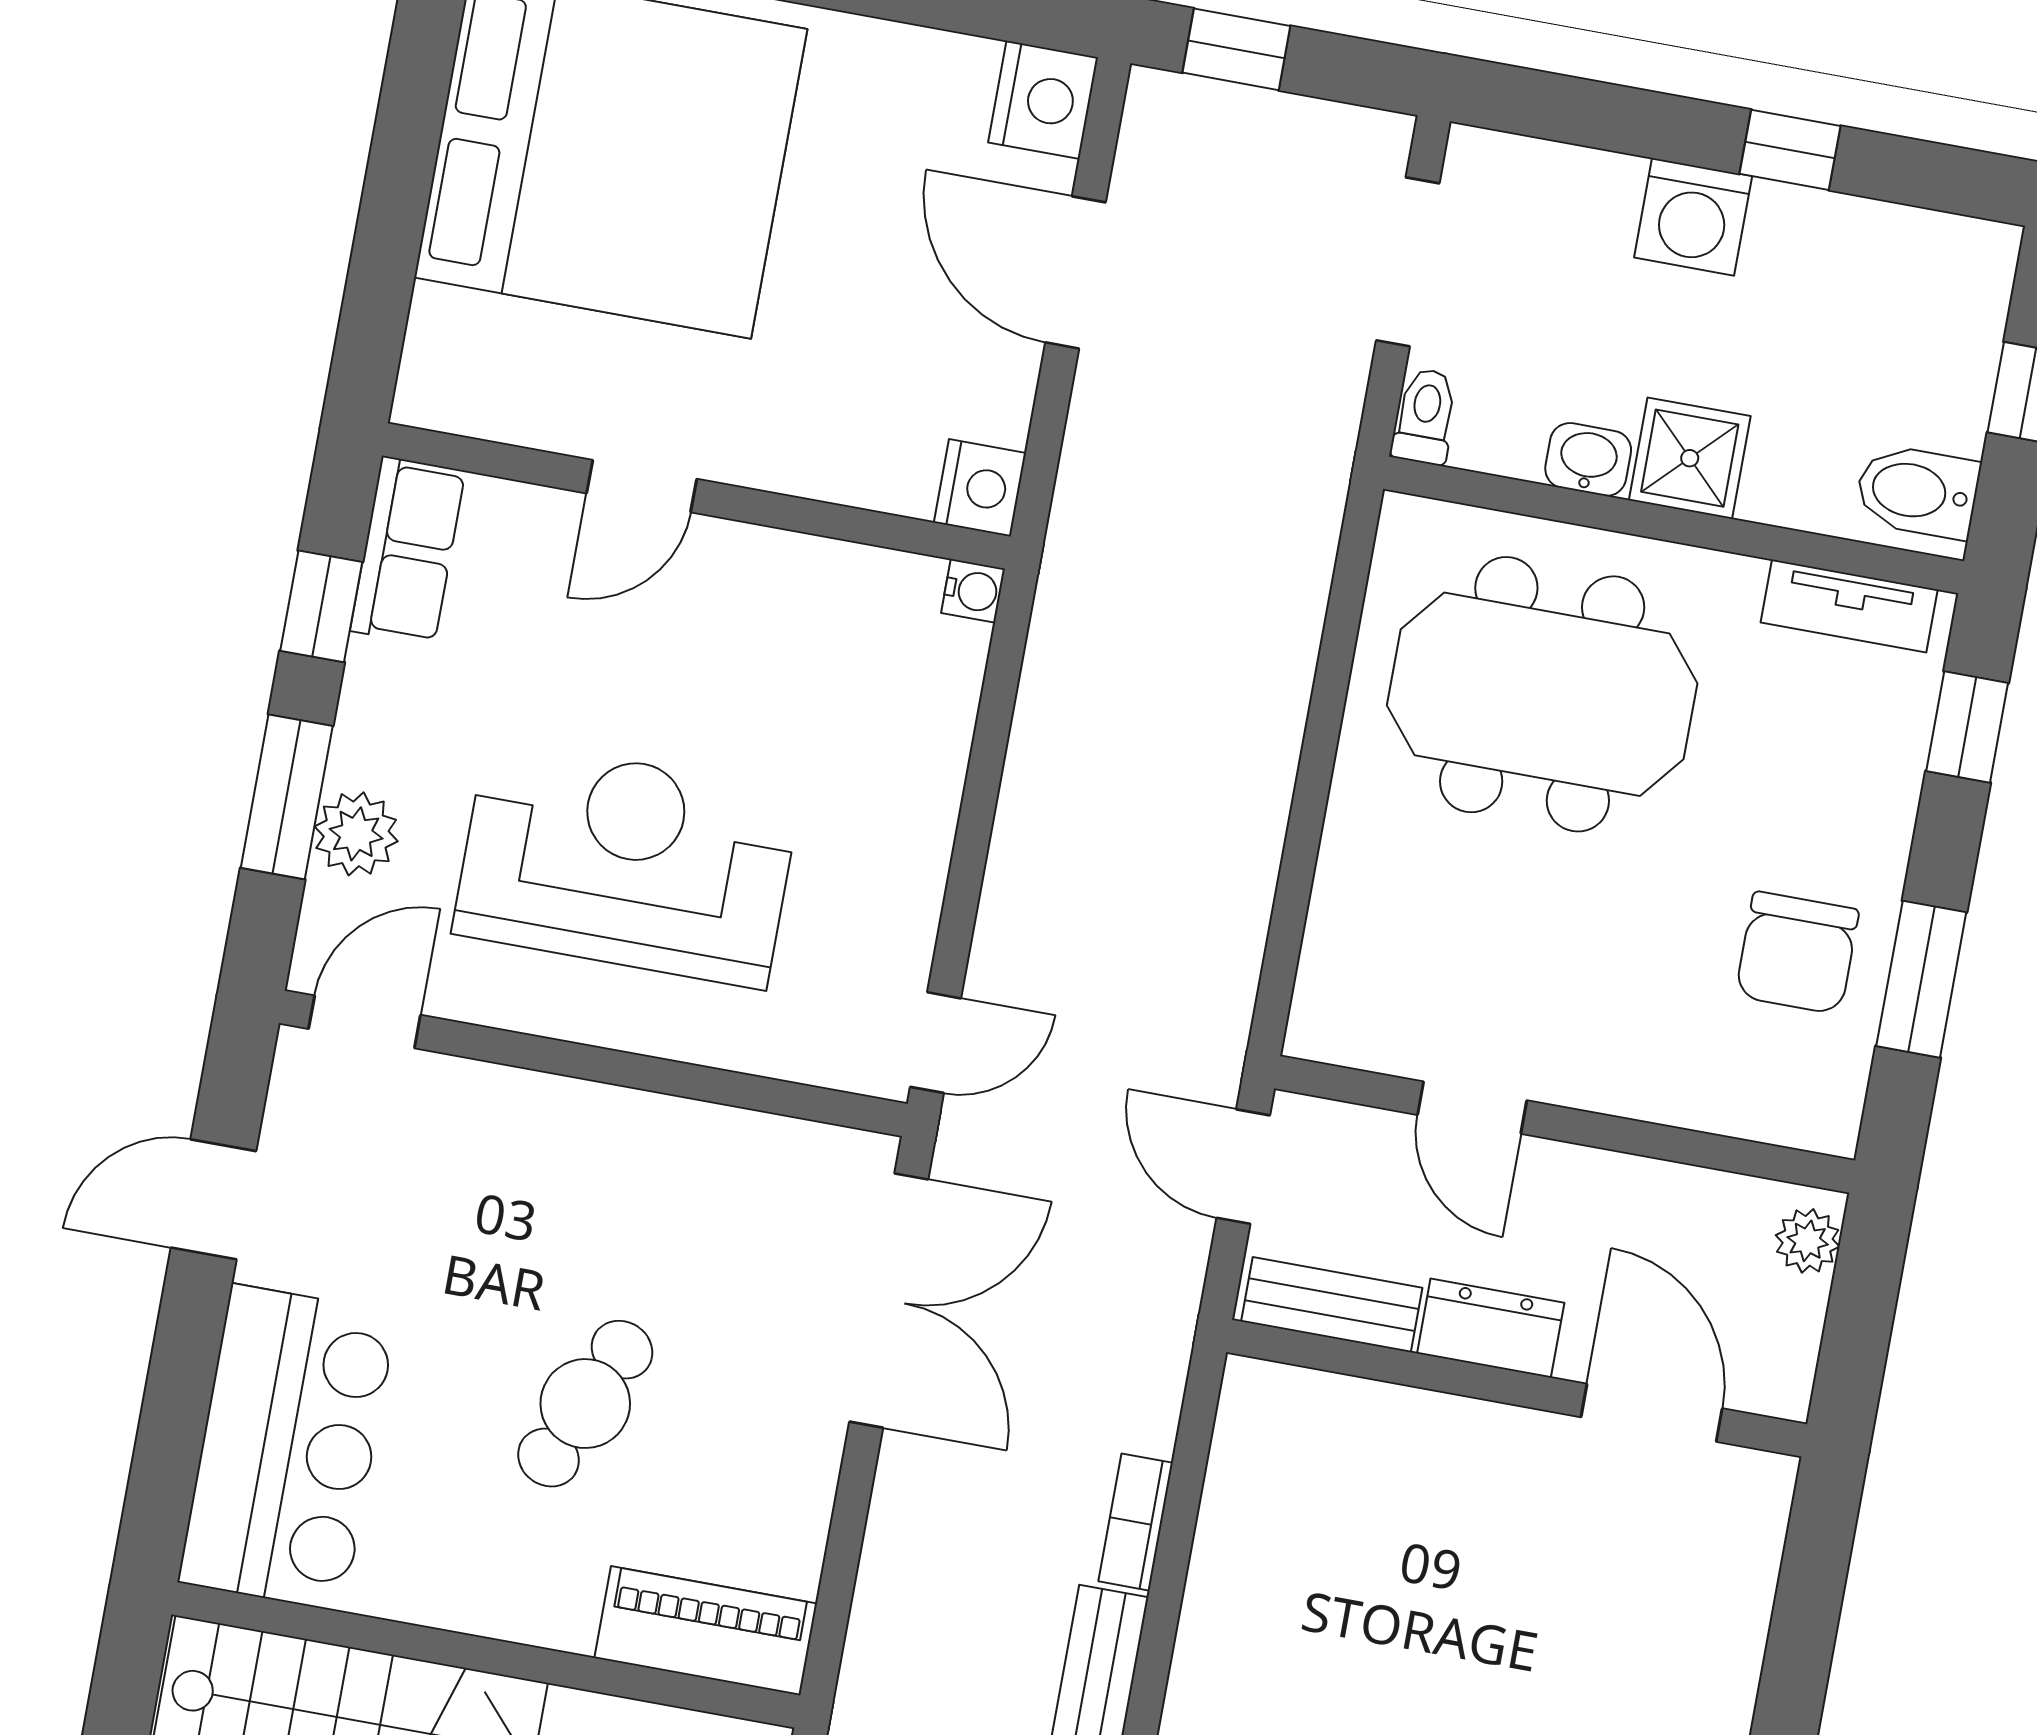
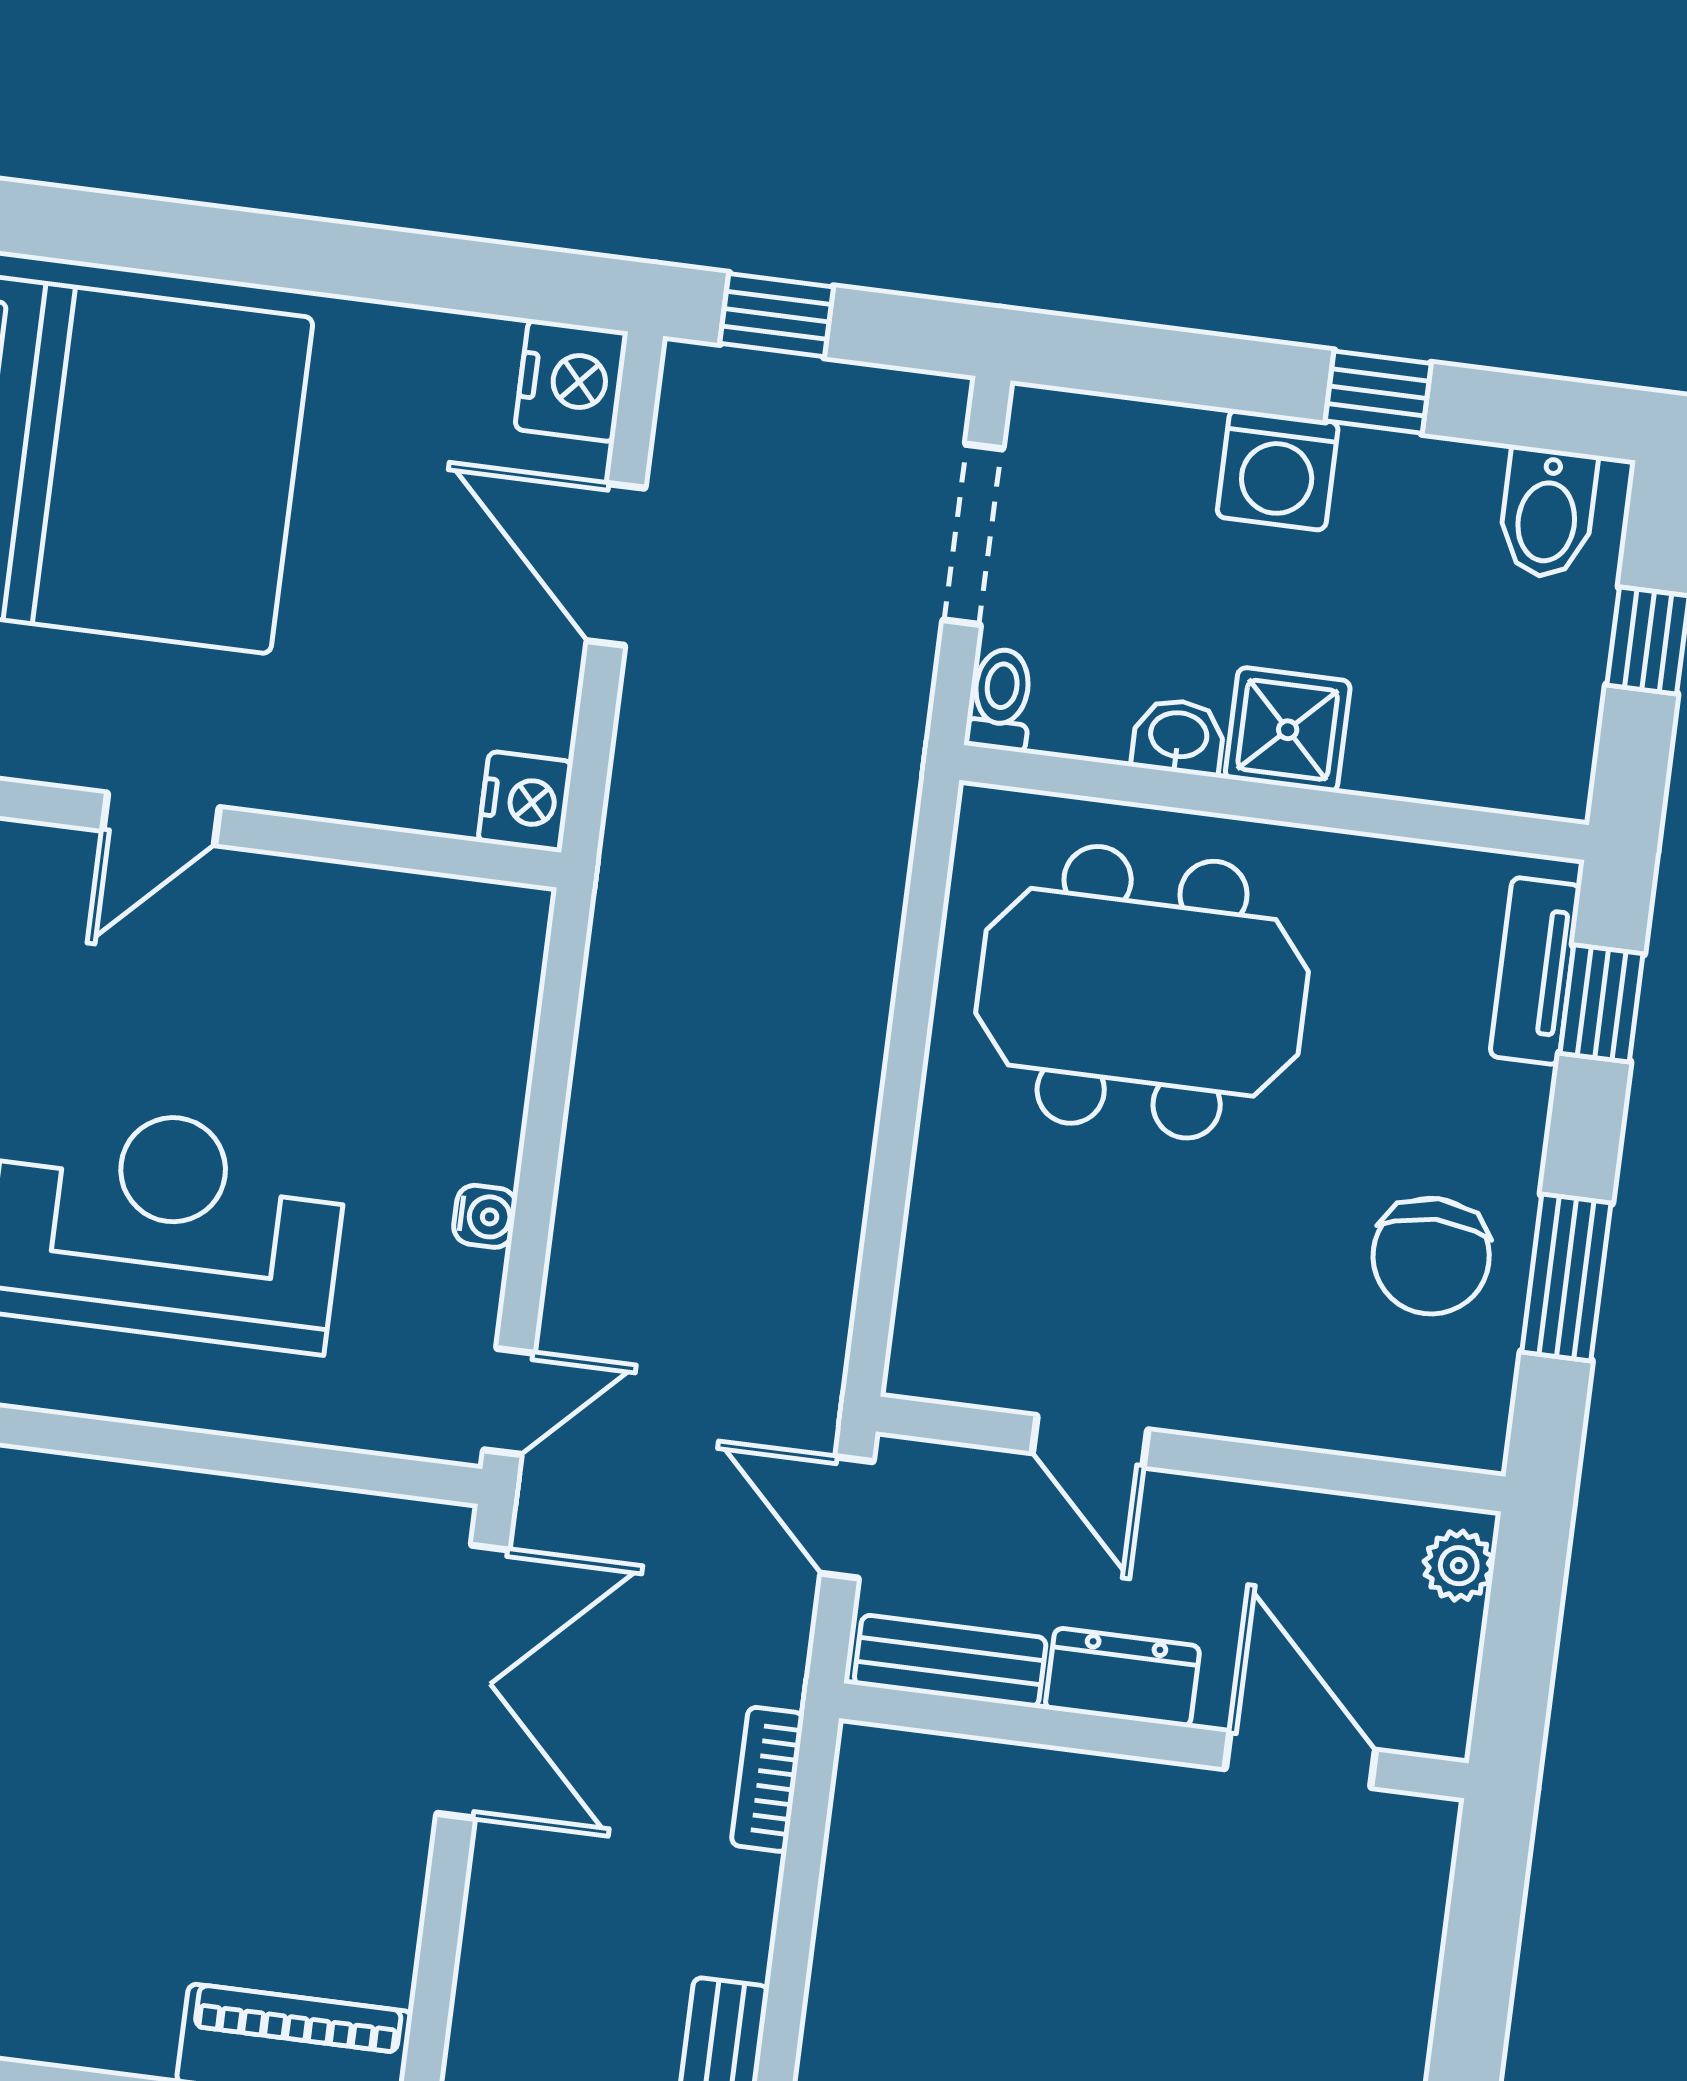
bidet: (1917, 492) -> (1547, 513), moved, turned -90
water cooler: (973, 591) -> (485, 1216), moved
tv unit: (1849, 606) -> (1535, 971), moved, turned 90
cafe table: (585, 1404) -> (152, 1810), removed
bookcase: (1136, 1522) -> (768, 1779), moved

